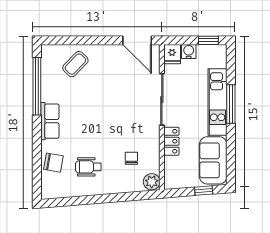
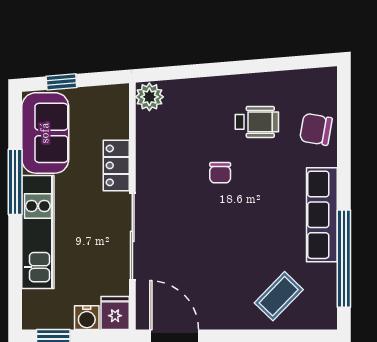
window: (231, 104) -> (15, 182), moved
row of seats: (50, 121) -> (322, 215), width x1.48
chair: (131, 158) -> (220, 173), moved

